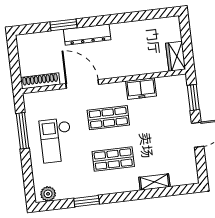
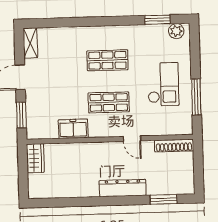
window: (64, 25) -> (164, 199), moved
door: (82, 84) -> (132, 139), width x0.53
shelving: (154, 182) -> (30, 43), moved, turned 90
window: (87, 201) -> (157, 20), moved

